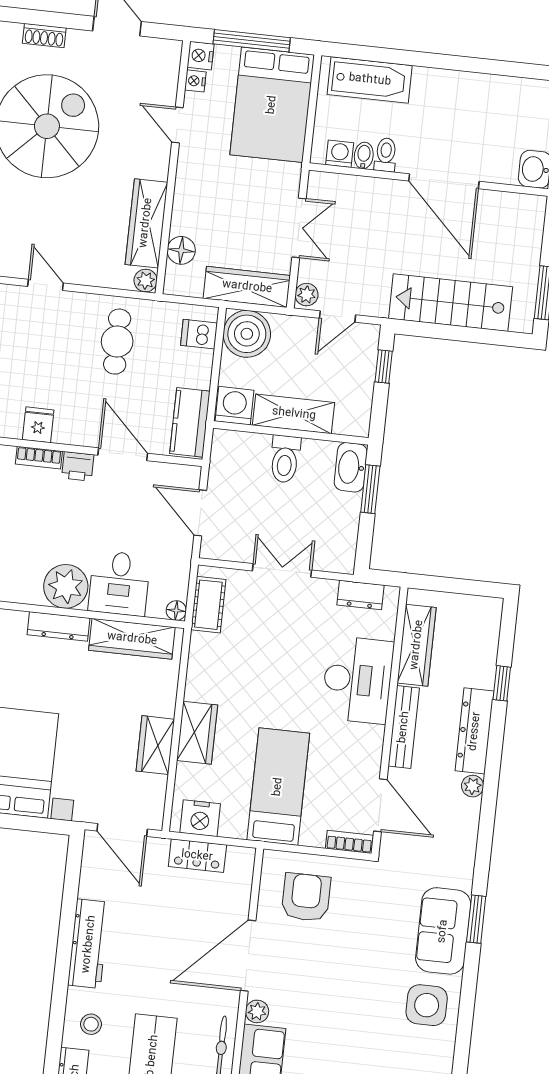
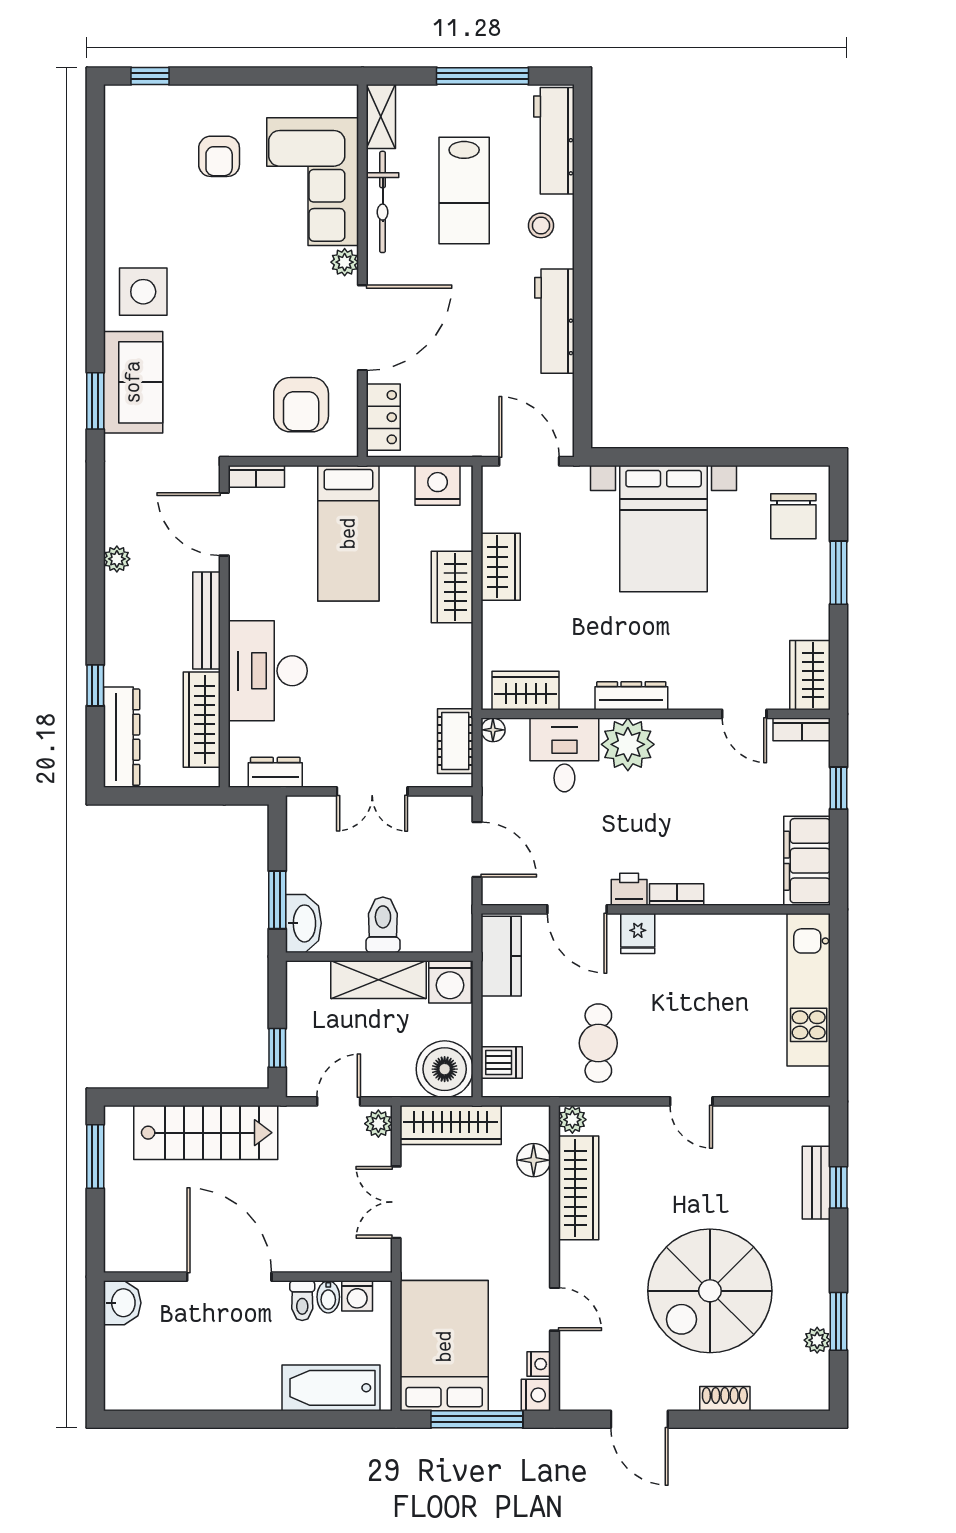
fridge: (38, 425) -> (638, 933), moved
wardrobe: (132, 639) -> (526, 691), width x0.67
dresser: (475, 731) -> (122, 737), moved
locker: (197, 856) -> (383, 417), moved, turned 90

